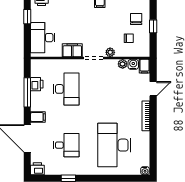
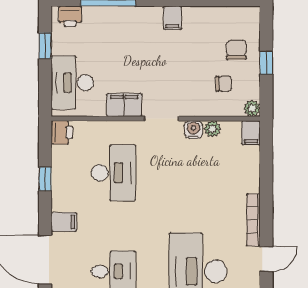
plant: (110, 52) -> (252, 108), moved
water cooler: (133, 64) -> (194, 130), moved
printer: (37, 84) -> (62, 132), moved
door: (153, 89) -> (266, 259), moved
window: (27, 92) -> (45, 179), width x0.46

